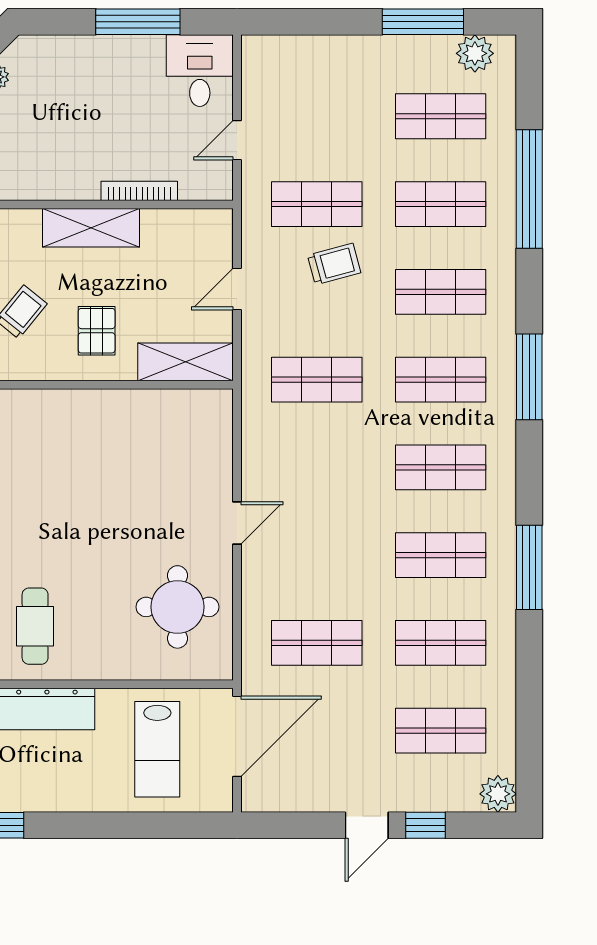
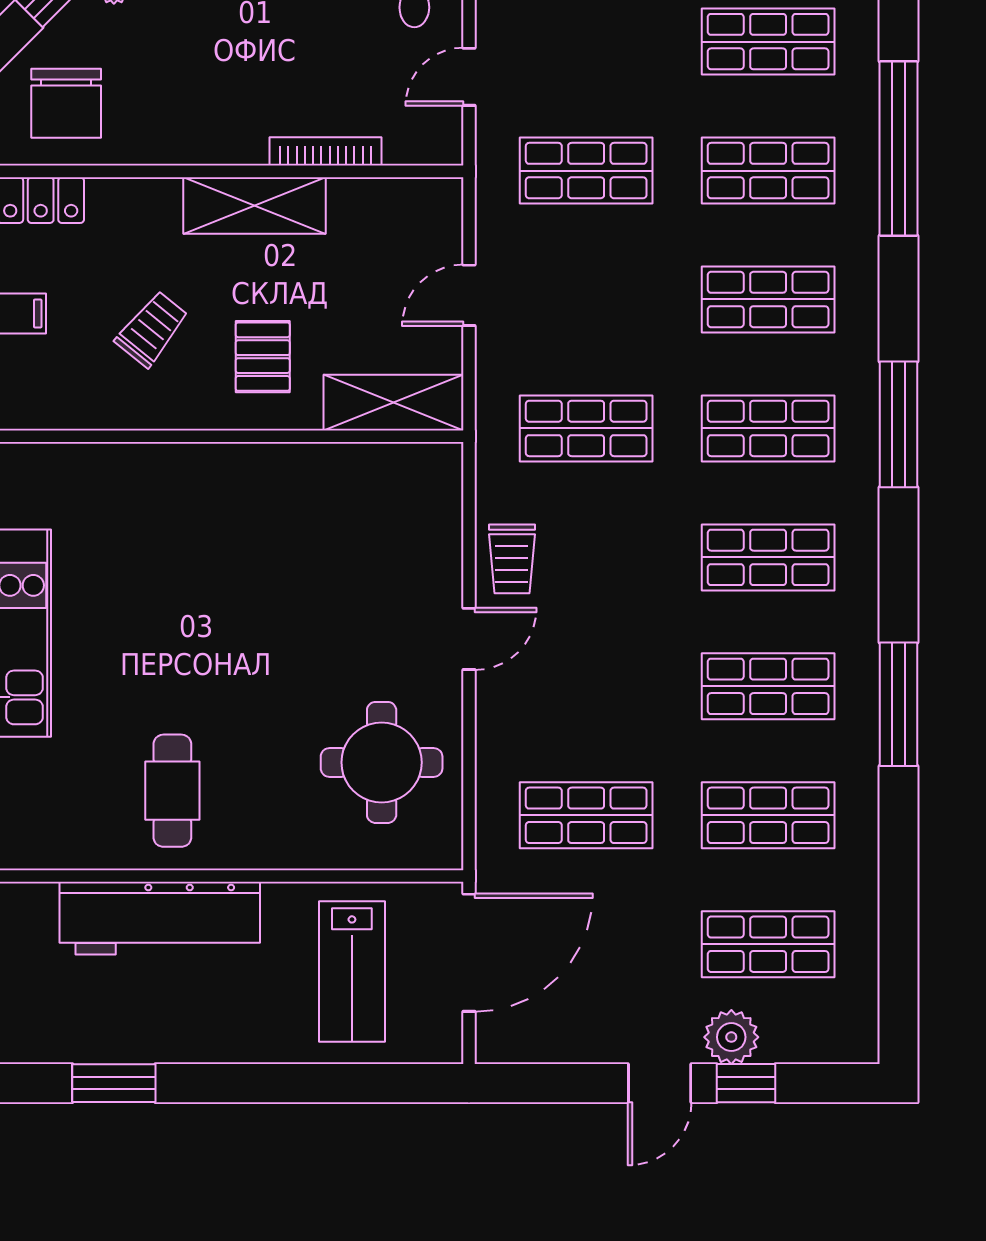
trolley: (334, 264) -> (512, 559), moved, turned 105
plant: (498, 794) -> (731, 1037), moved

